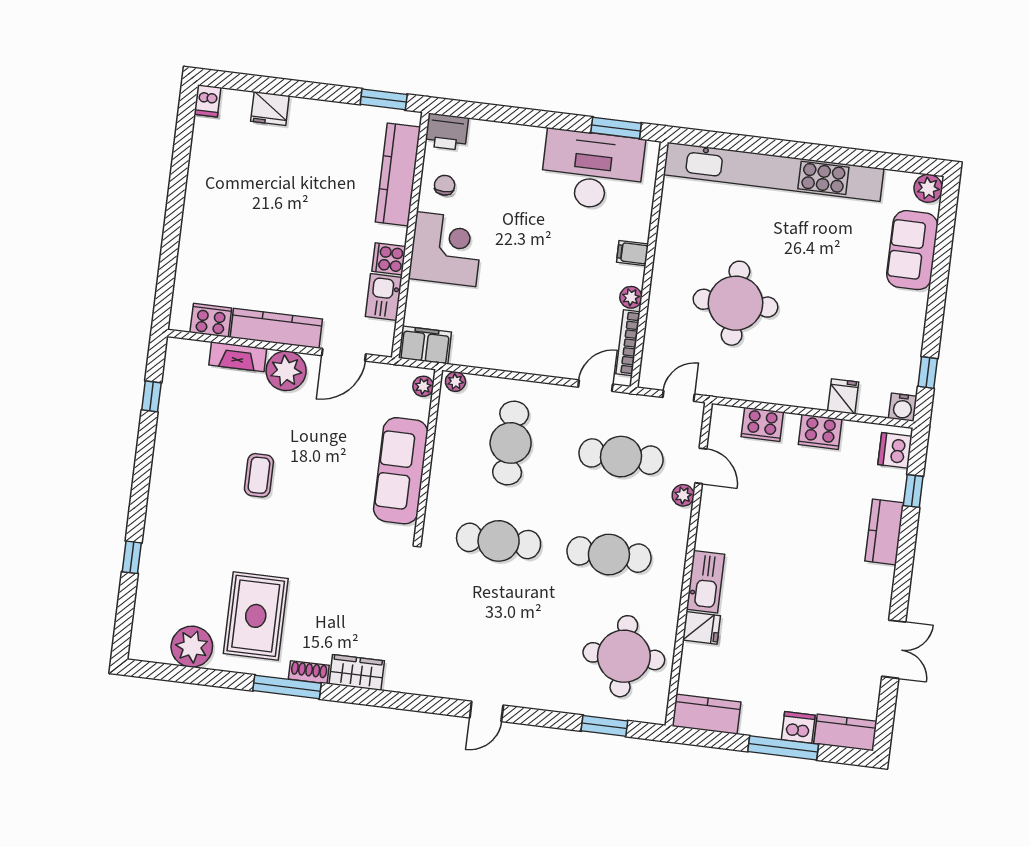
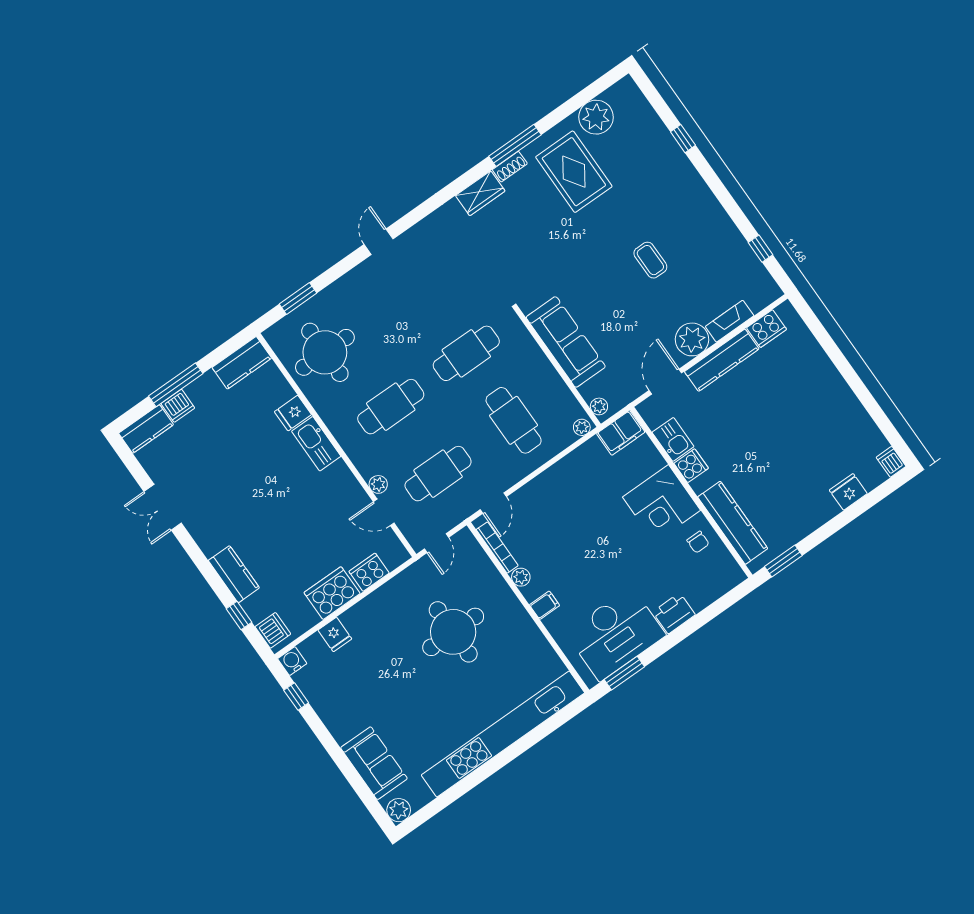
printer: (447, 132) -> (674, 613), moved
cooker: (820, 432) -> (332, 593), width x1.37, depth x1.31

